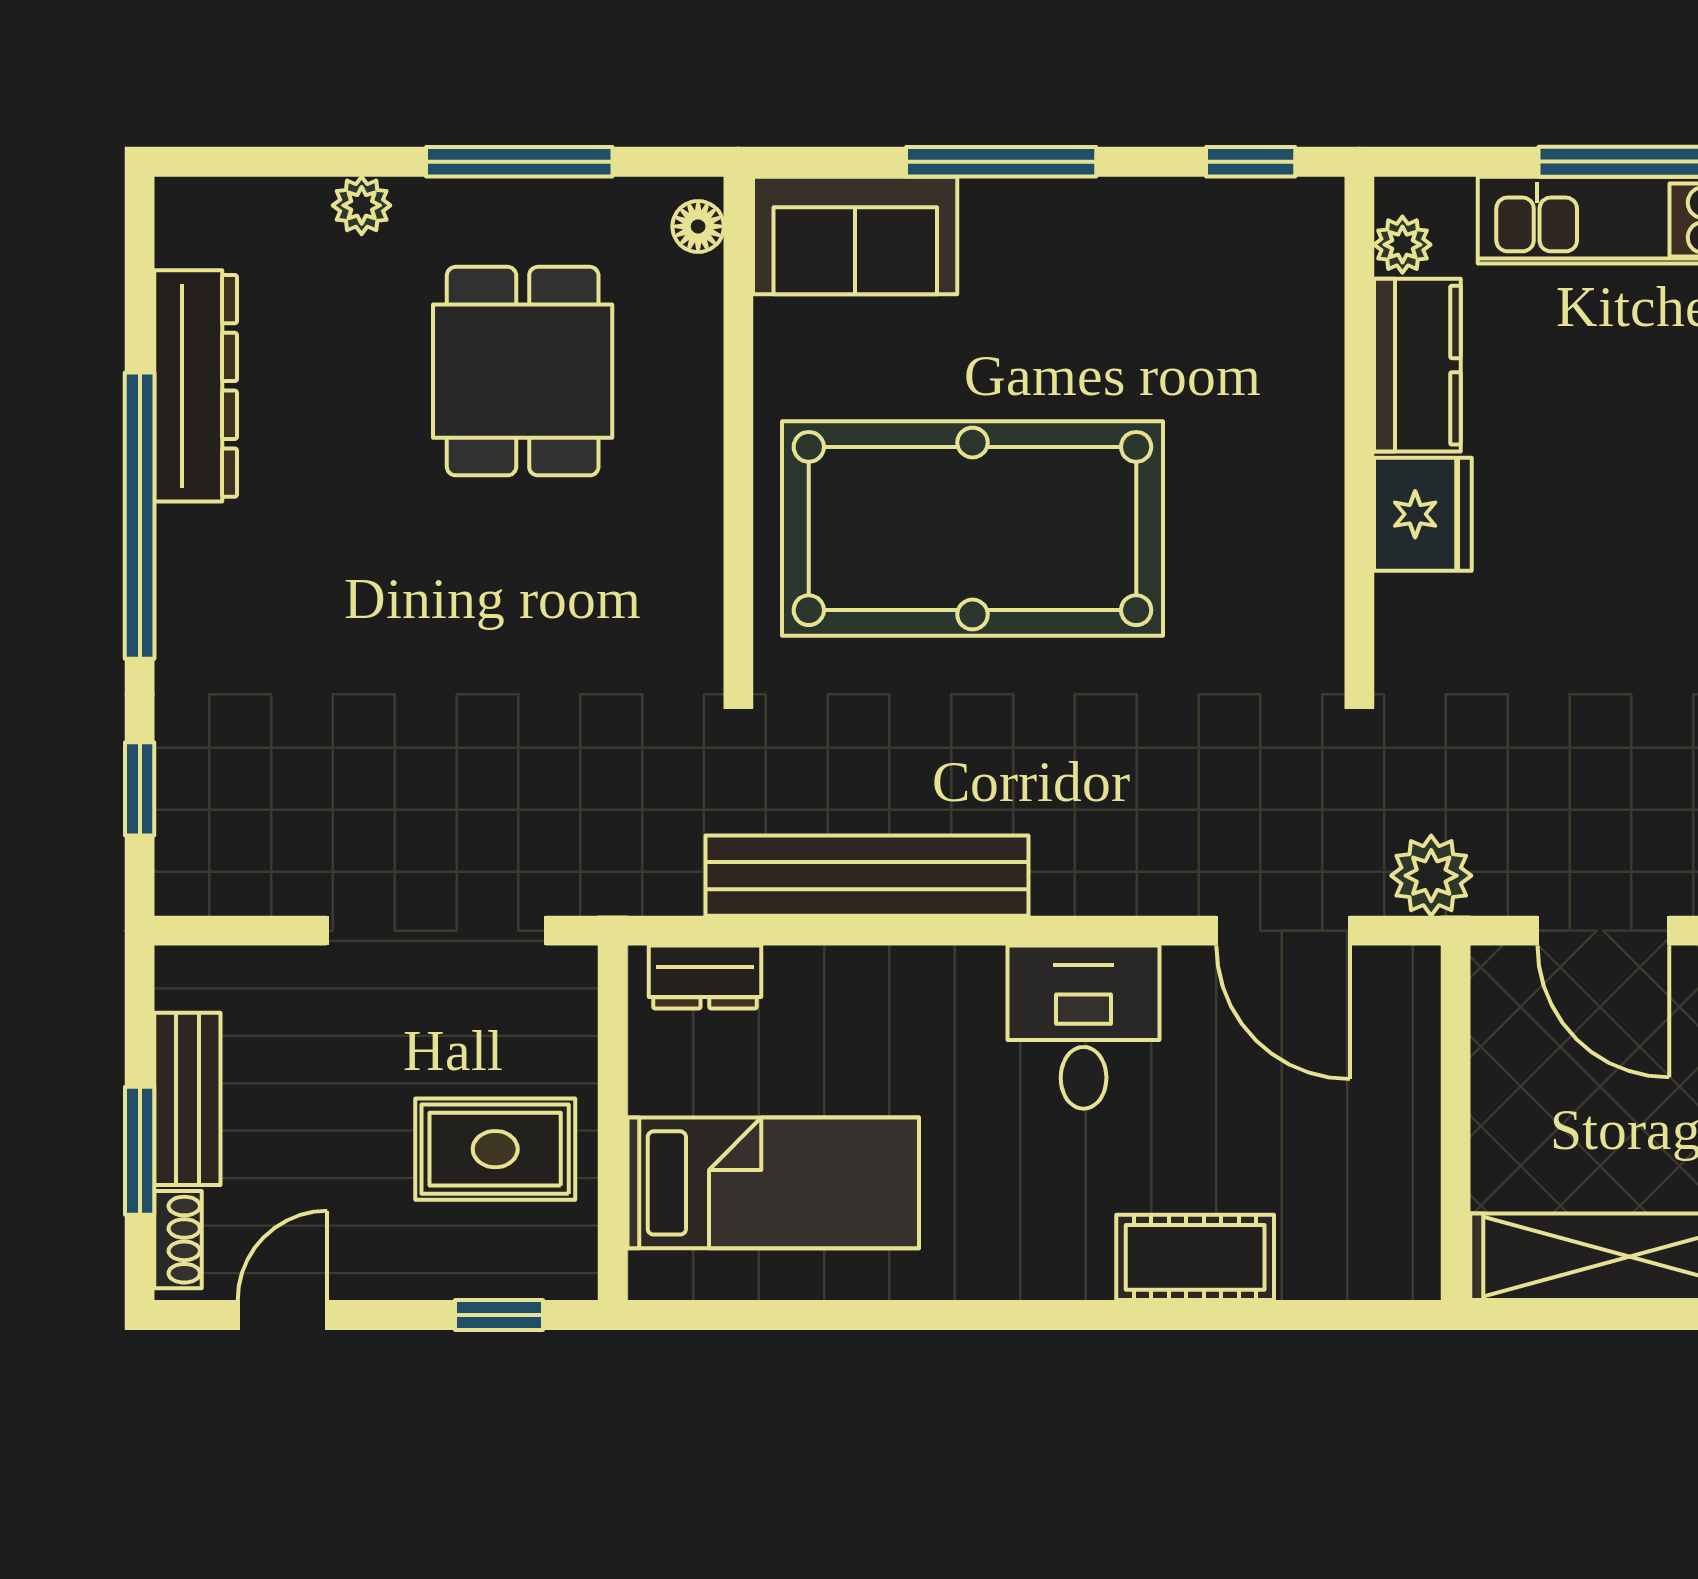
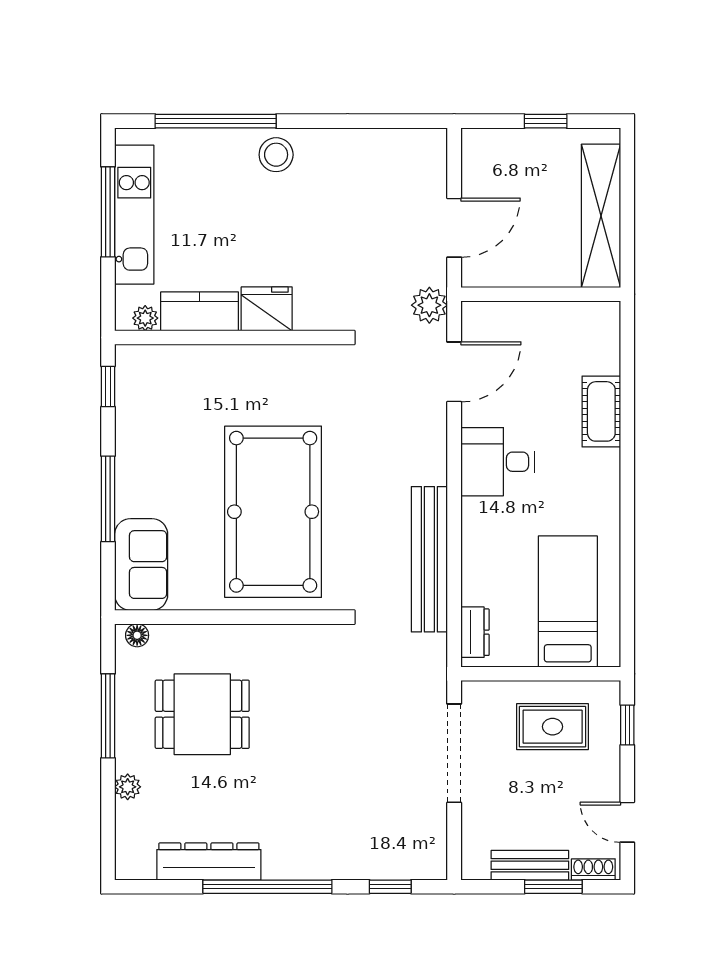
rug: (495, 1149) -> (553, 727), turned 90

